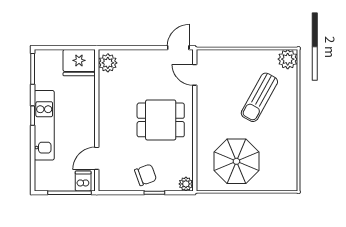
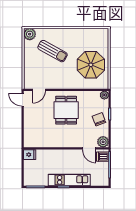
fridge: (79, 63) -> (30, 155), width x0.53, depth x0.75
plant: (108, 63) -> (103, 142), moved

